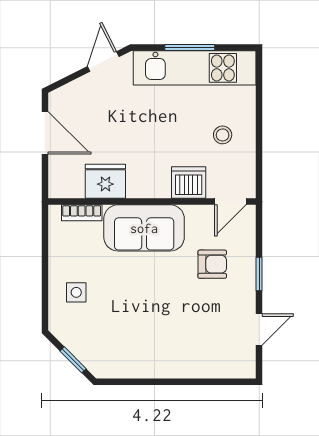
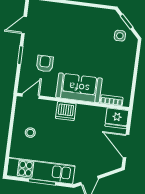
fridge: (105, 181) -> (117, 118), moved
dishwasher: (189, 183) -> (66, 111), moved
armchair: (212, 264) -> (45, 64), turned 90
side table: (76, 292) -> (120, 36), moved

